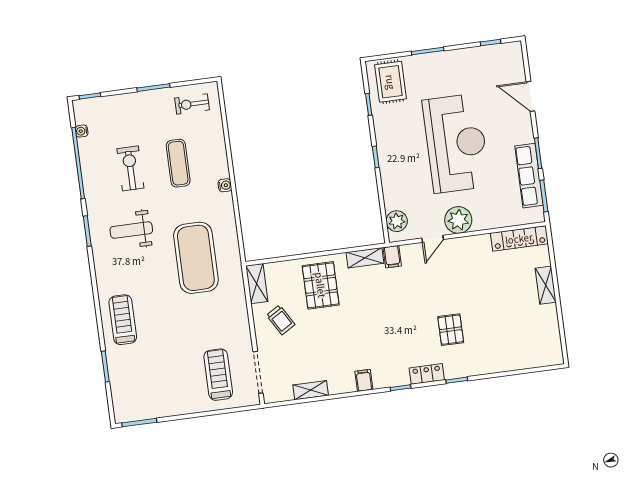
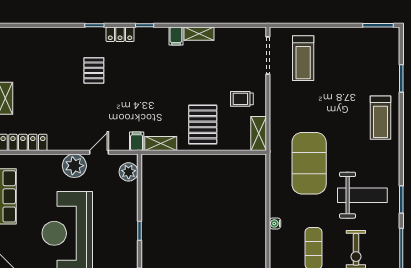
weight bench: (131, 230) -> (362, 195), width x1.36, depth x1.33
trolley: (281, 320) -> (242, 99), turned -59
shelving: (311, 390) -> (199, 34), moved

